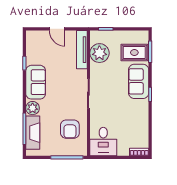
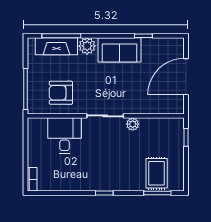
door: (57, 29) -> (186, 77), width x1.88
tv unit: (82, 50) -> (160, 108), removed
plant: (99, 53) -> (133, 124), moved, width x0.53, depth x0.53
sofa: (139, 81) -> (120, 179), removed
desk: (103, 142) -> (65, 136), moved, turned 90

